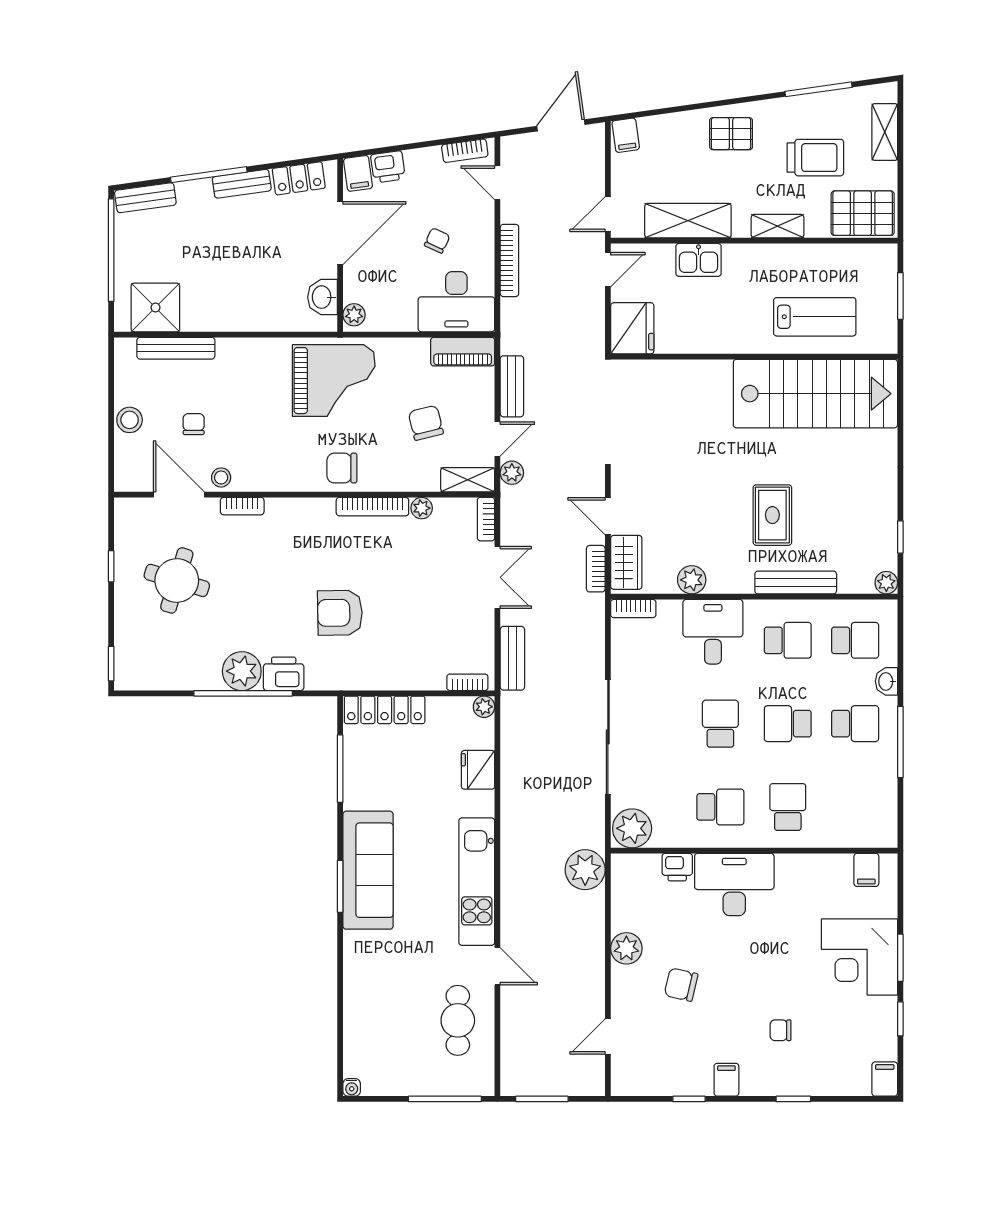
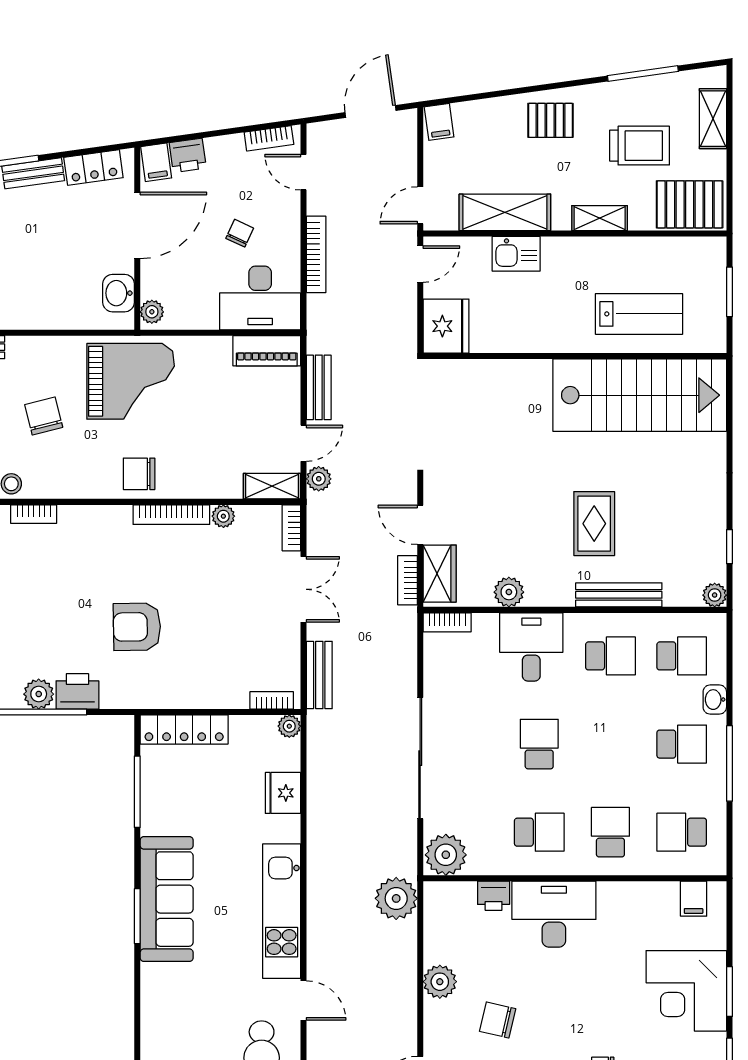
chair: (426, 423) -> (44, 416), moved
plant: (242, 671) -> (39, 694), width x0.73, depth x0.73
school desk: (788, 724) -> (682, 832), moved

